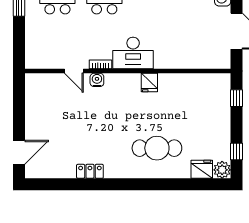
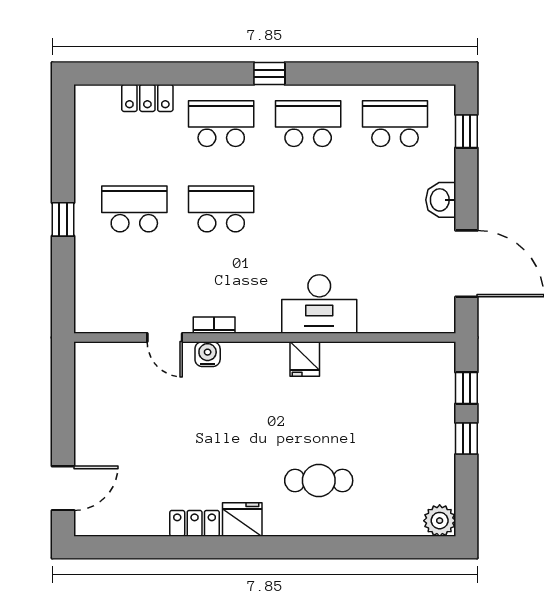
desk: (133, 53) -> (319, 304), moved
cafe table: (157, 148) -> (319, 481), width x0.73, depth x0.74
window: (237, 151) -> (466, 439), moved
fridge: (202, 169) -> (242, 520), moved

